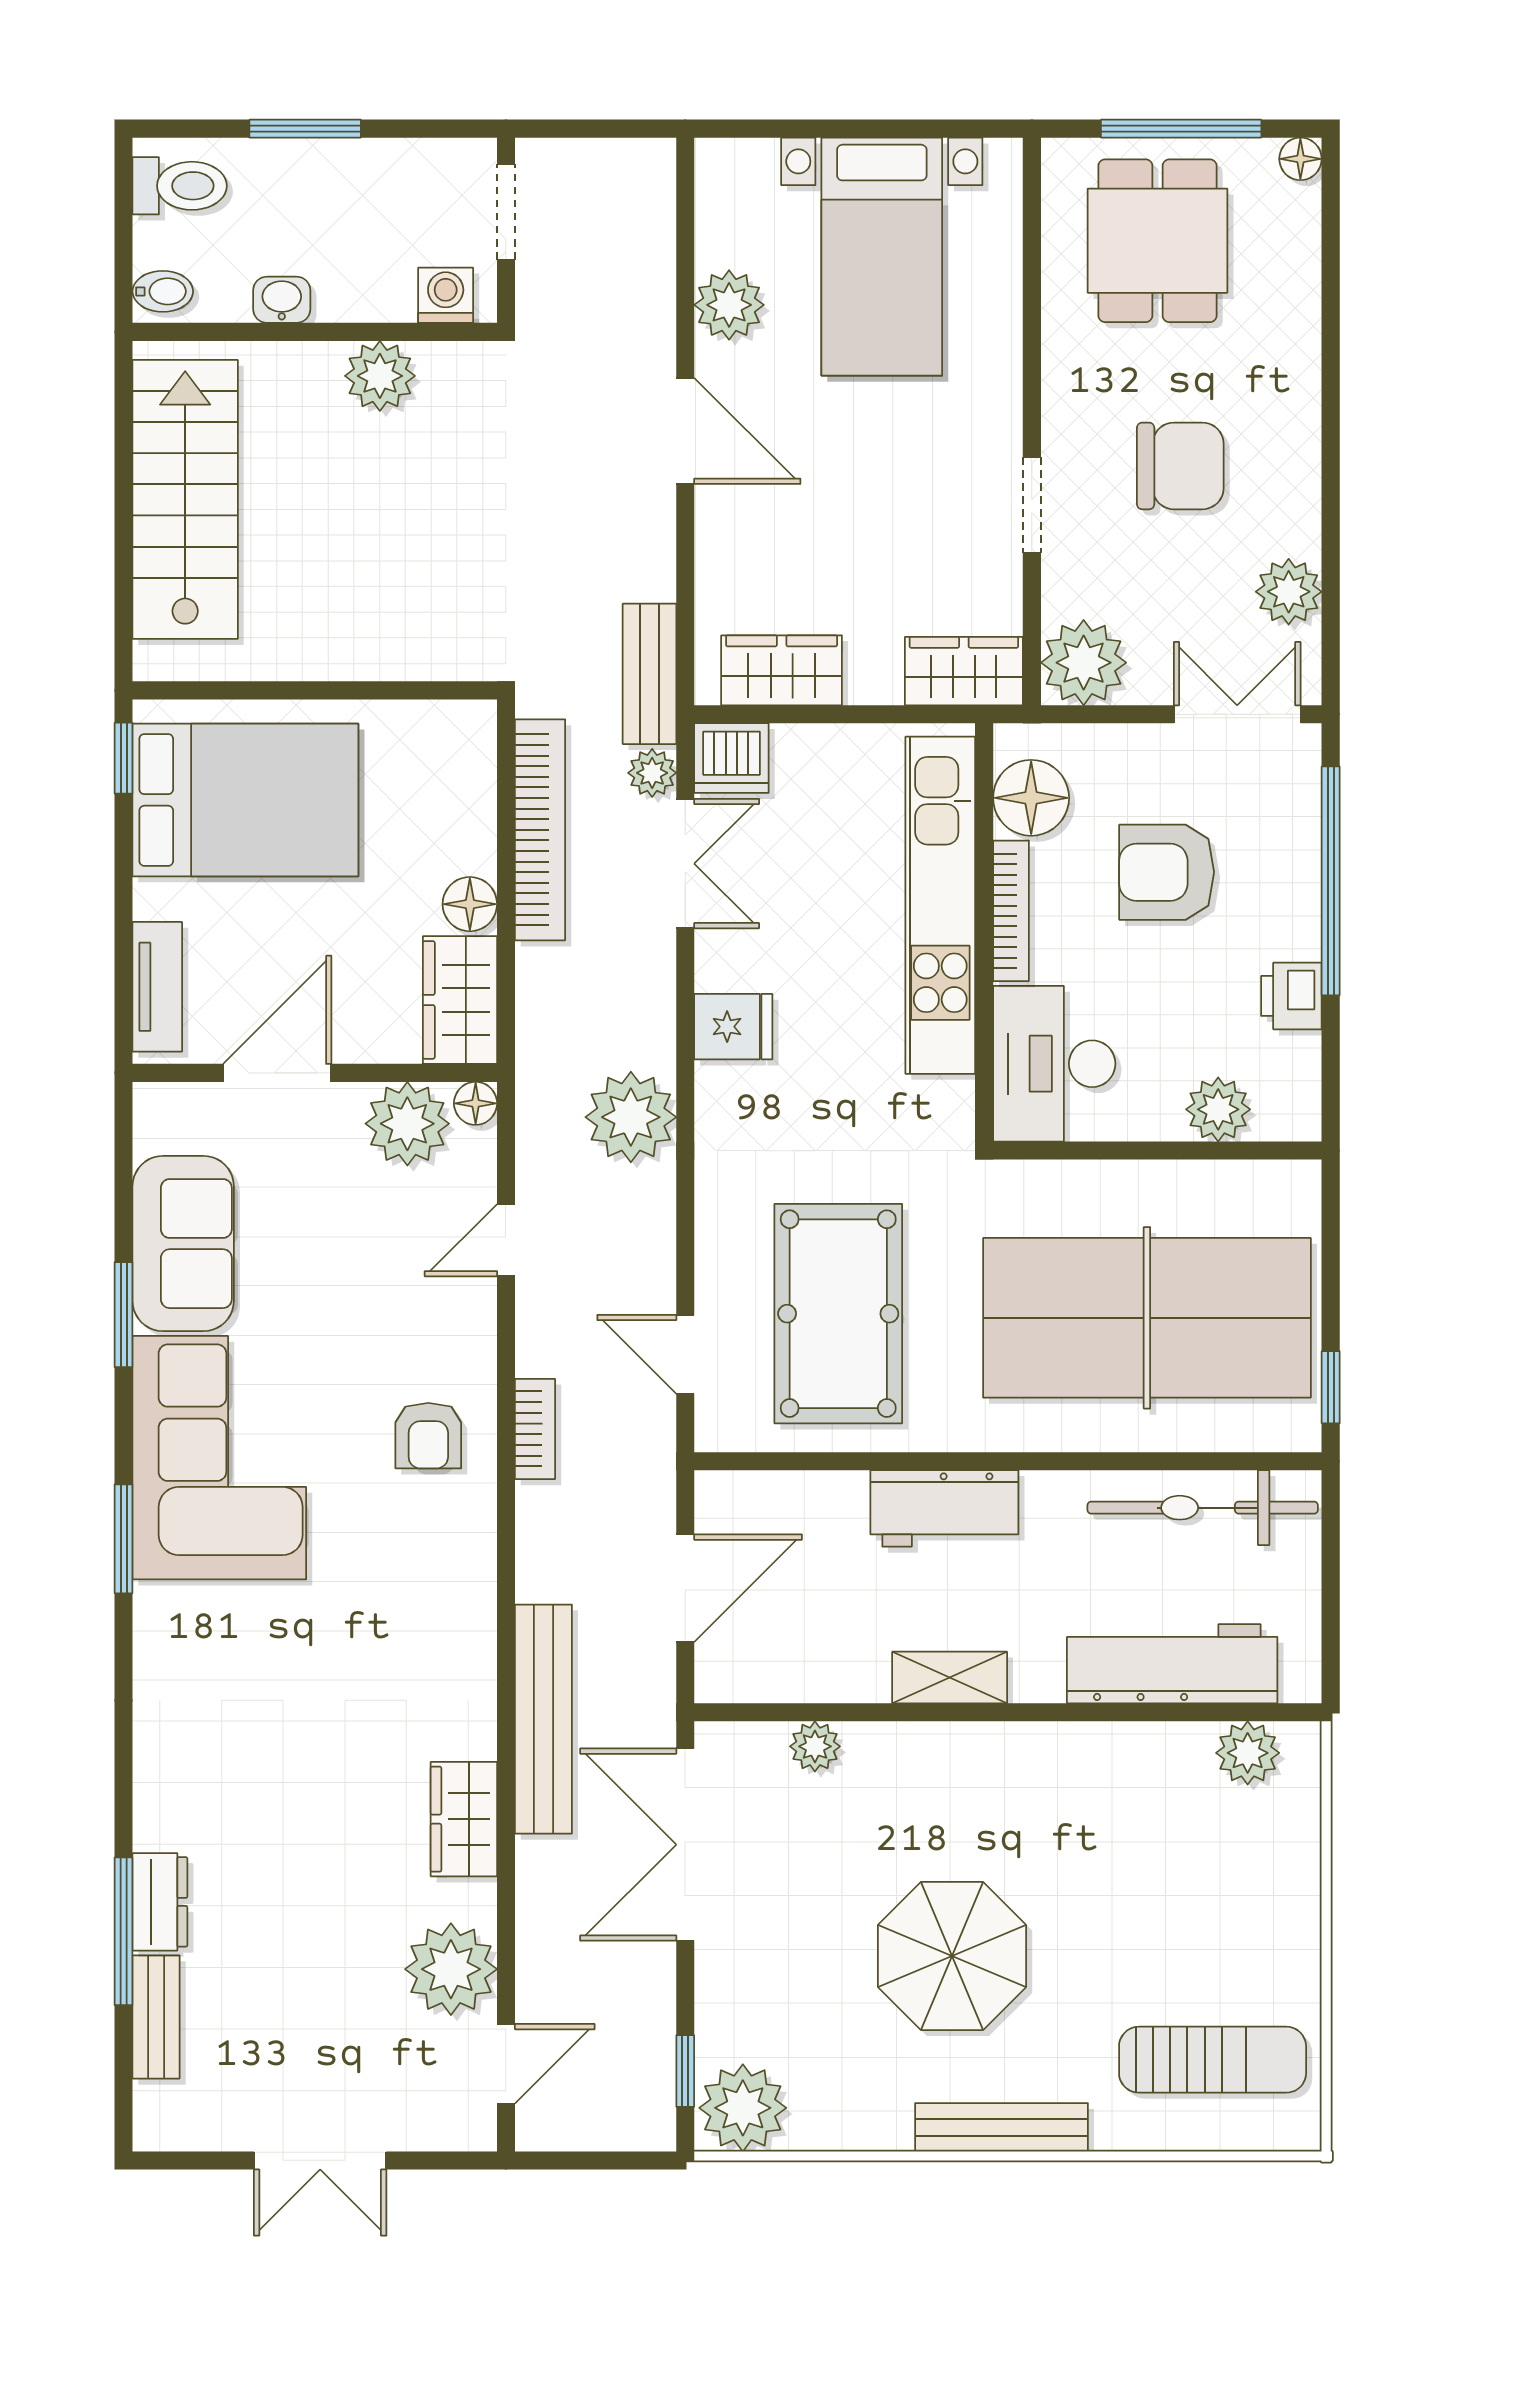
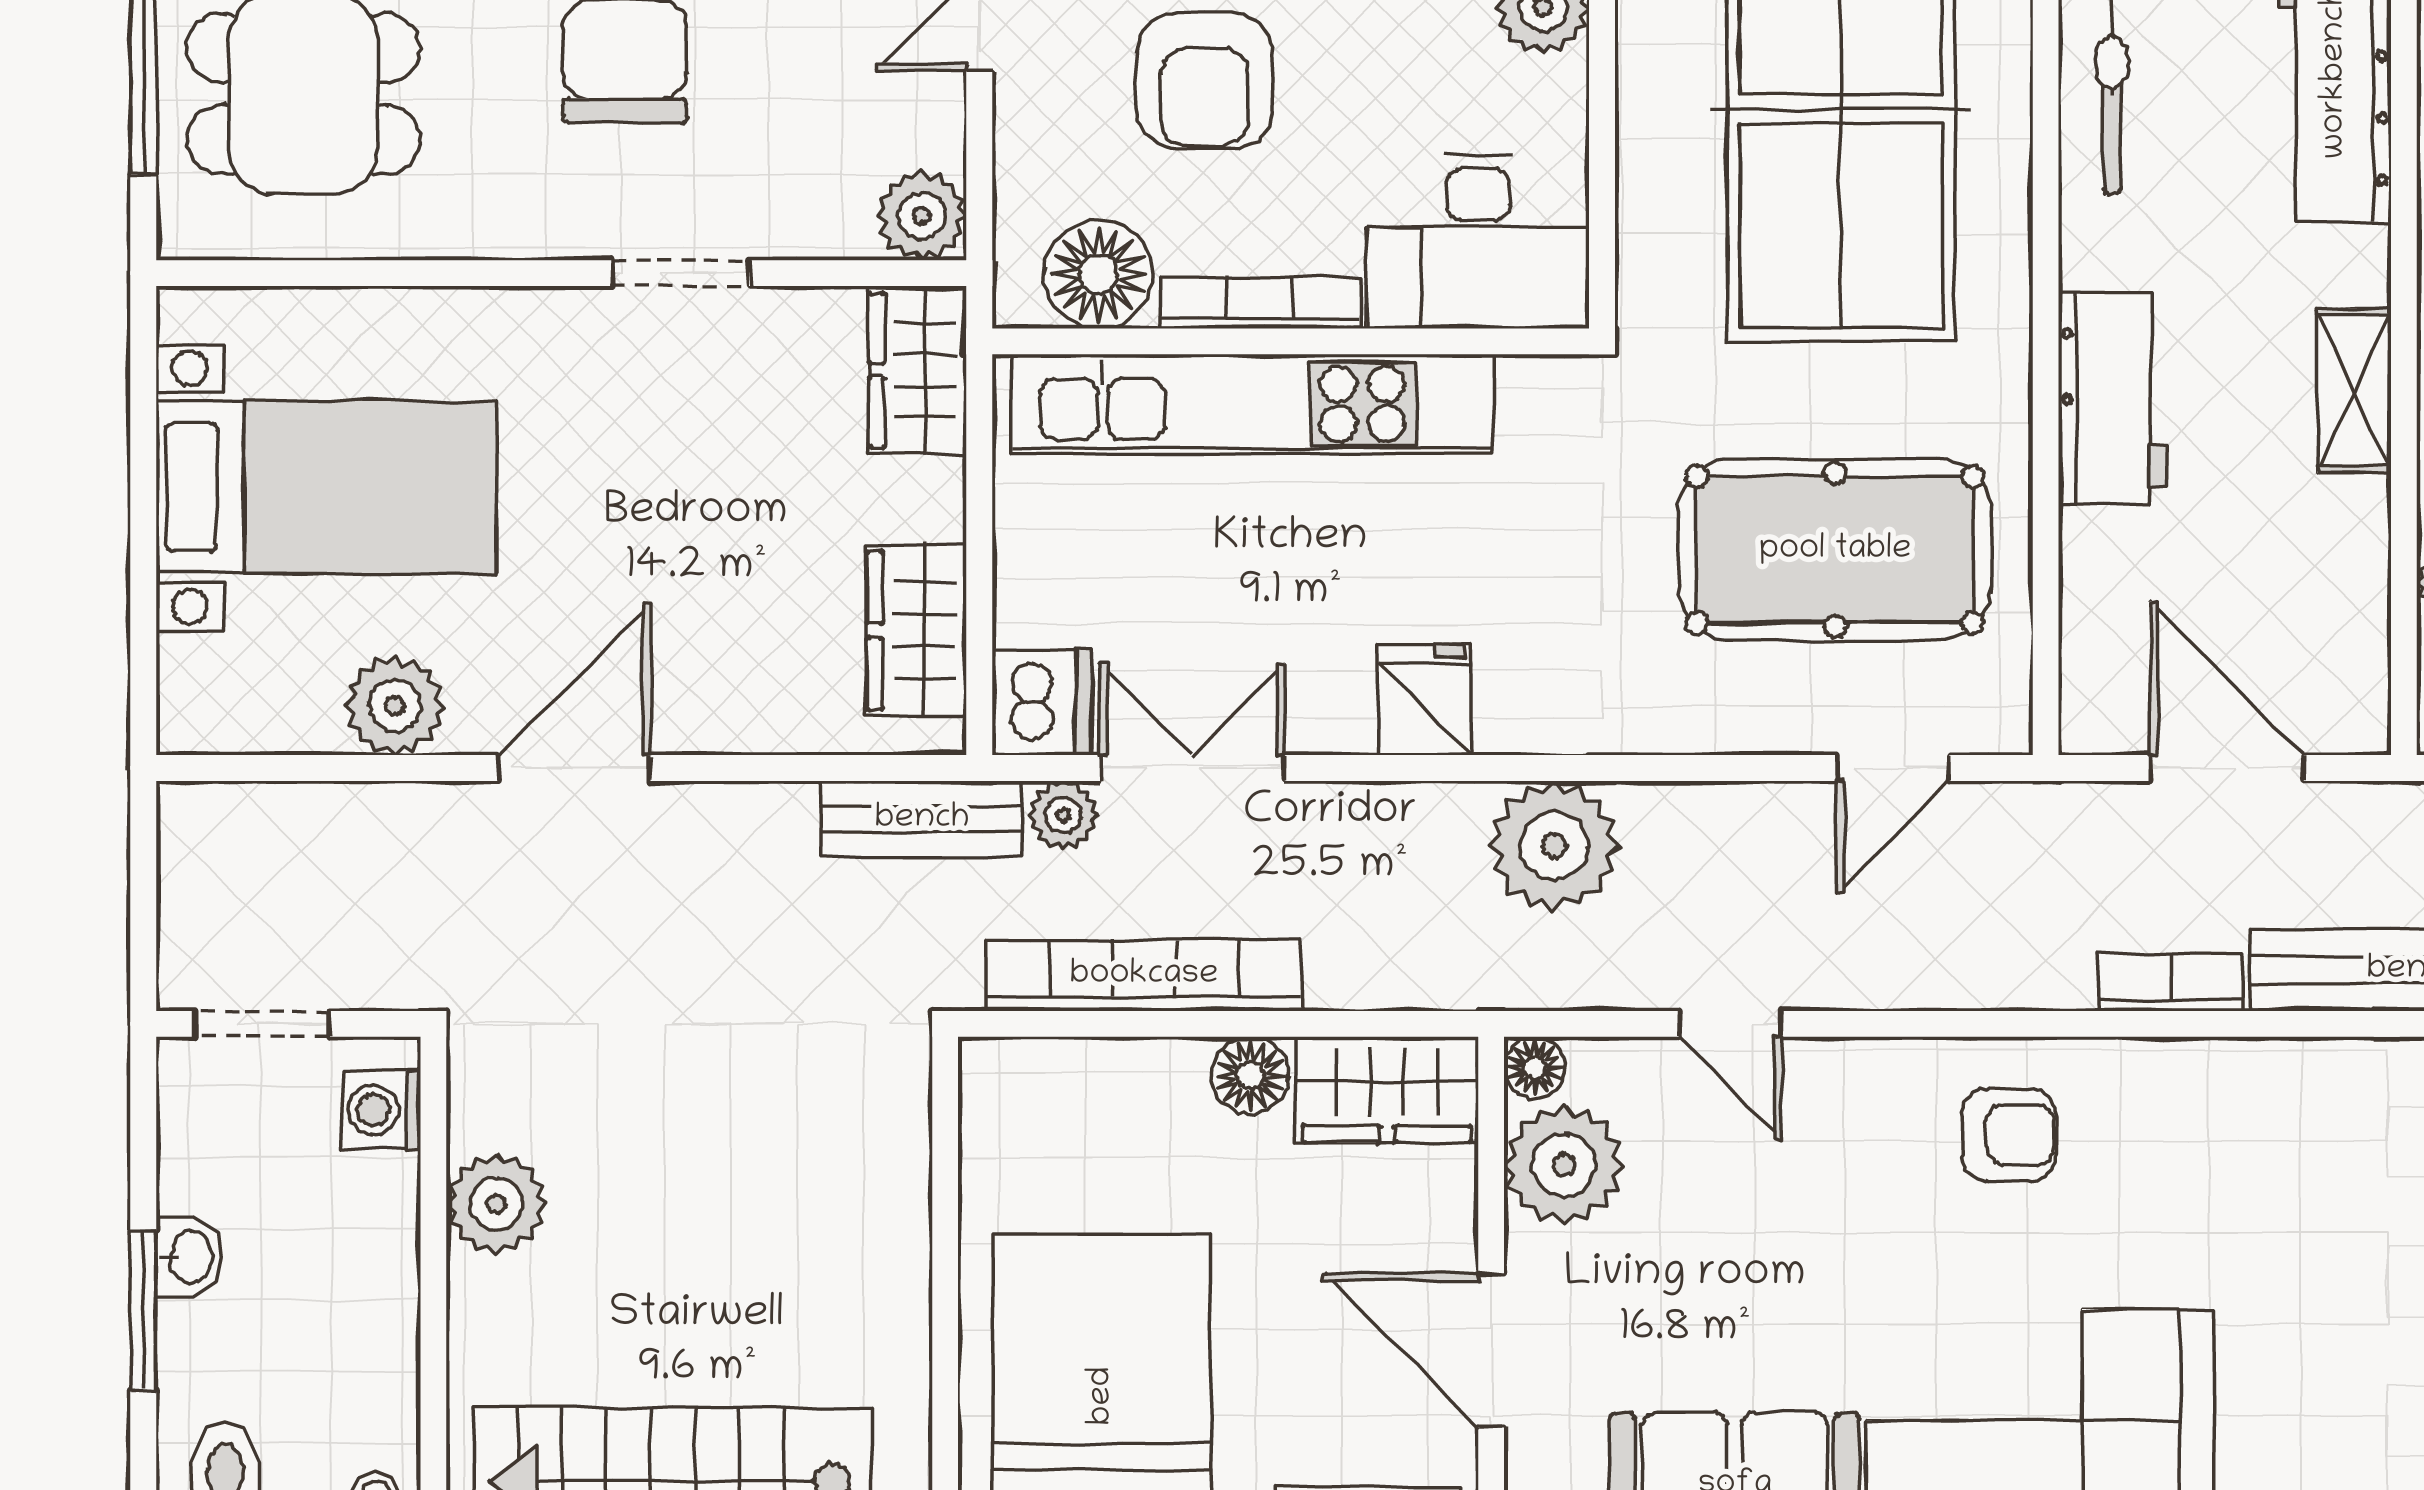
washbasin: (282, 300) -> (189, 1257), moved, turned 180
plant: (1084, 663) -> (922, 216), width x0.73, depth x0.73
bookcase: (535, 1429) -> (2172, 982), moved

